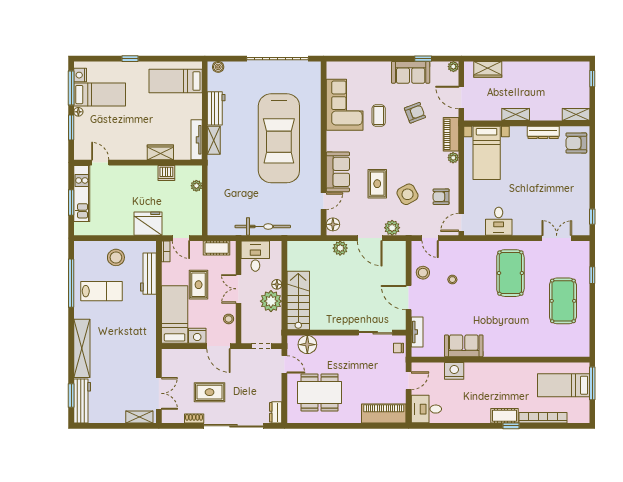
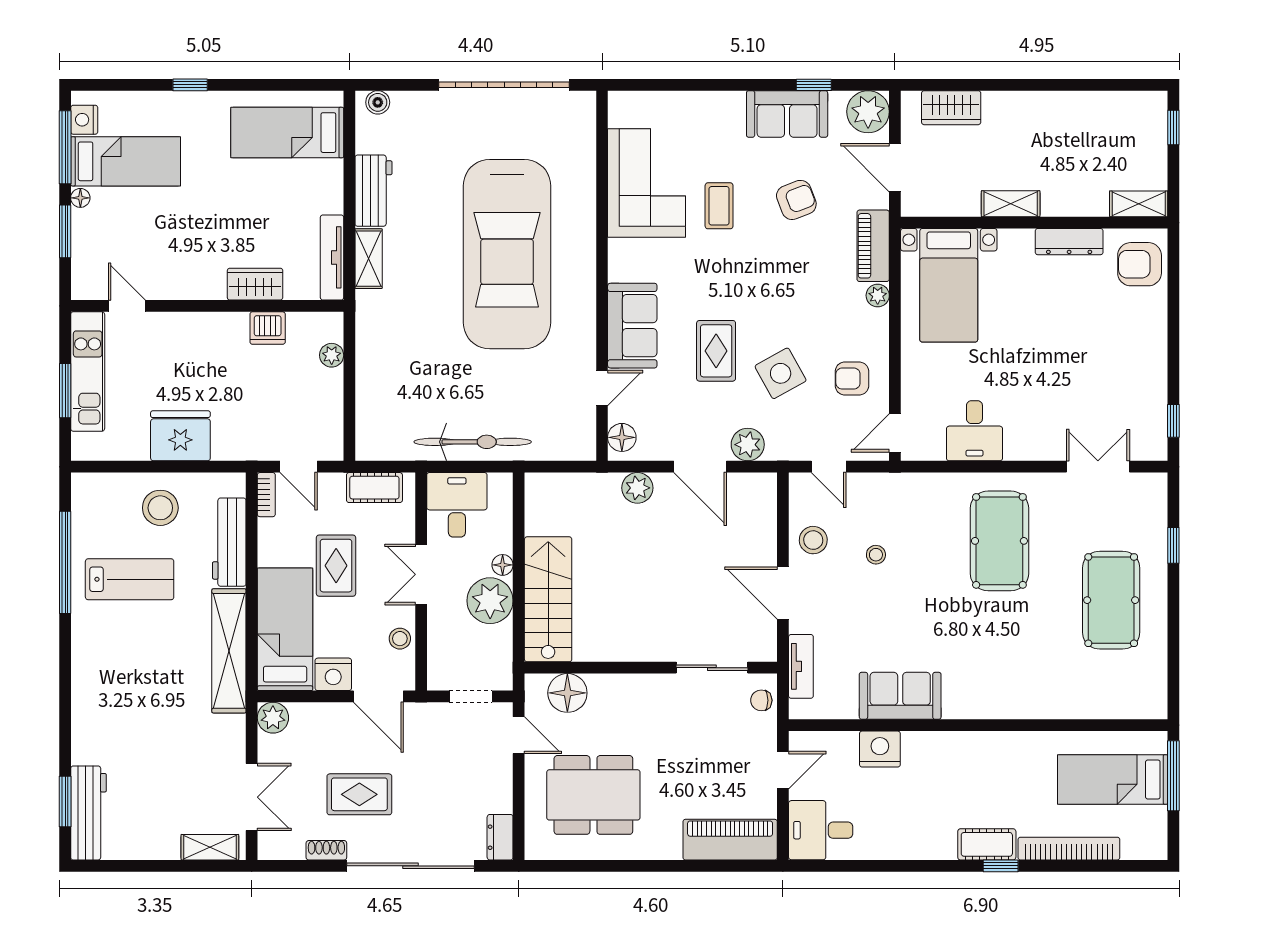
plant: (453, 67) -> (868, 112), width x1.88, depth x1.88
fridge: (148, 224) -> (180, 436), moved
shelving: (82, 348) -> (229, 651), moved
plant: (169, 356) -> (273, 718), added

